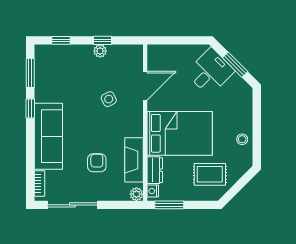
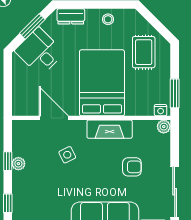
fireplace: (134, 160) -> (110, 129), moved
armchair: (97, 163) -> (132, 167), turned 180
dresser: (155, 170) -> (71, 16), moved, turned 180

